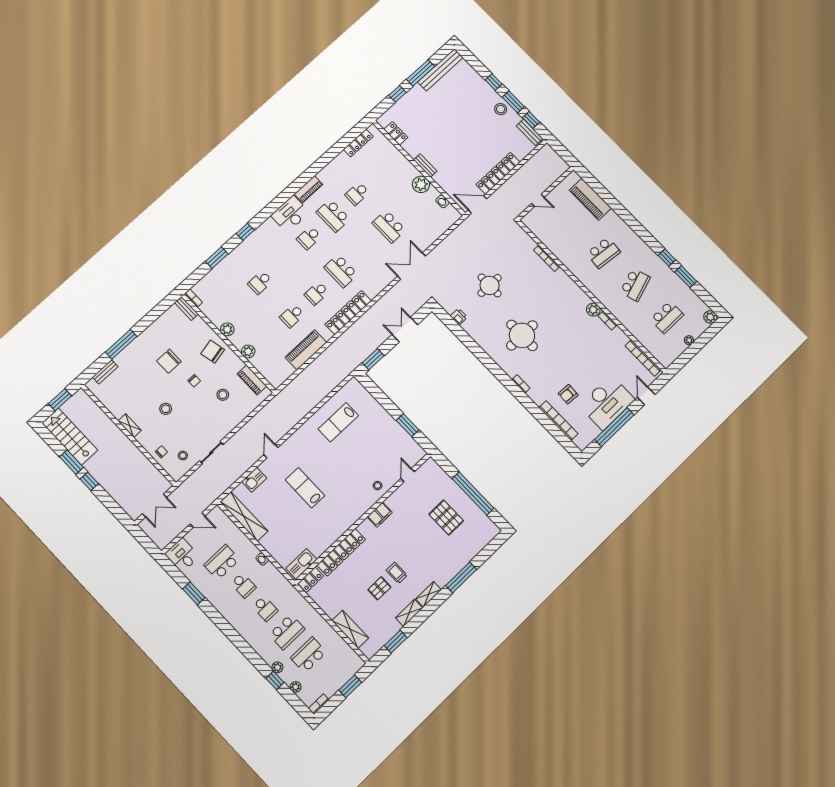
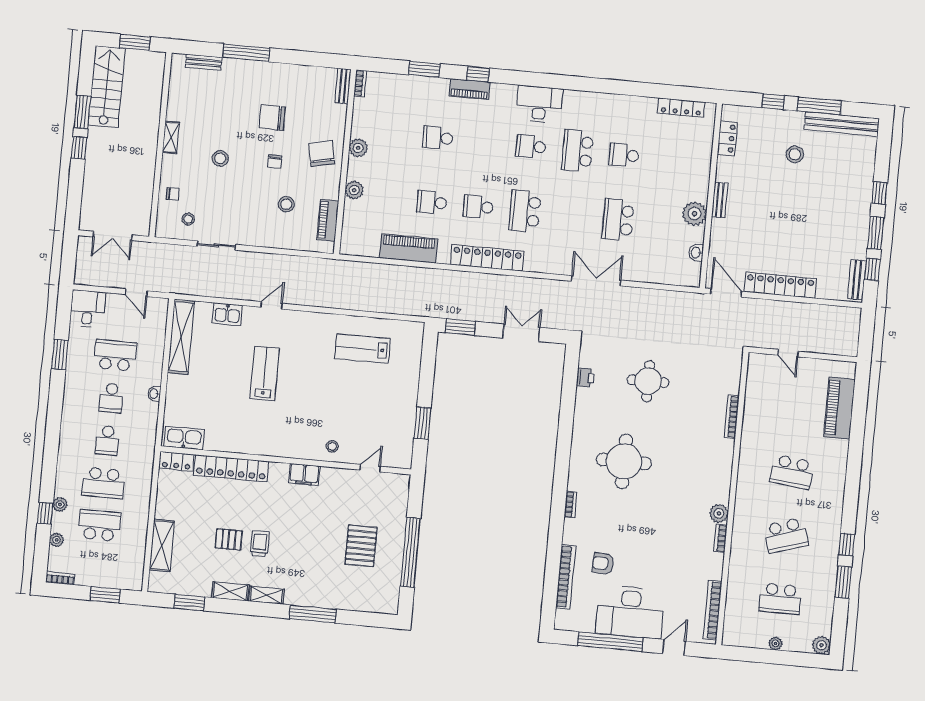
stool: (501, 109) -> (795, 154), moved
piano: (308, 189) -> (470, 89), moved

